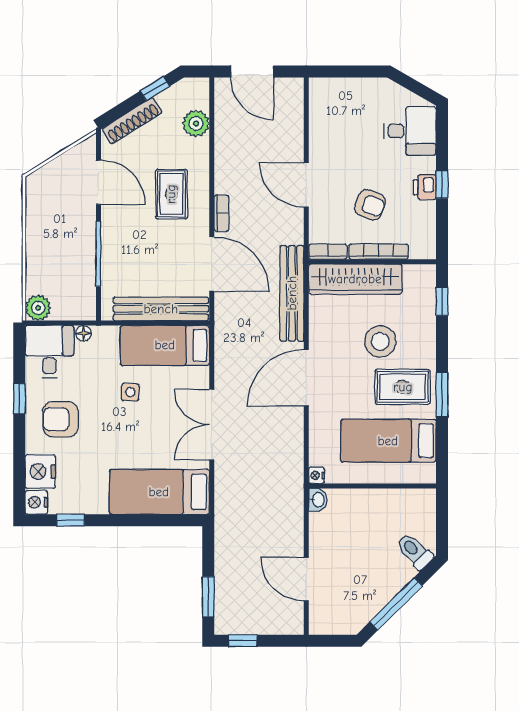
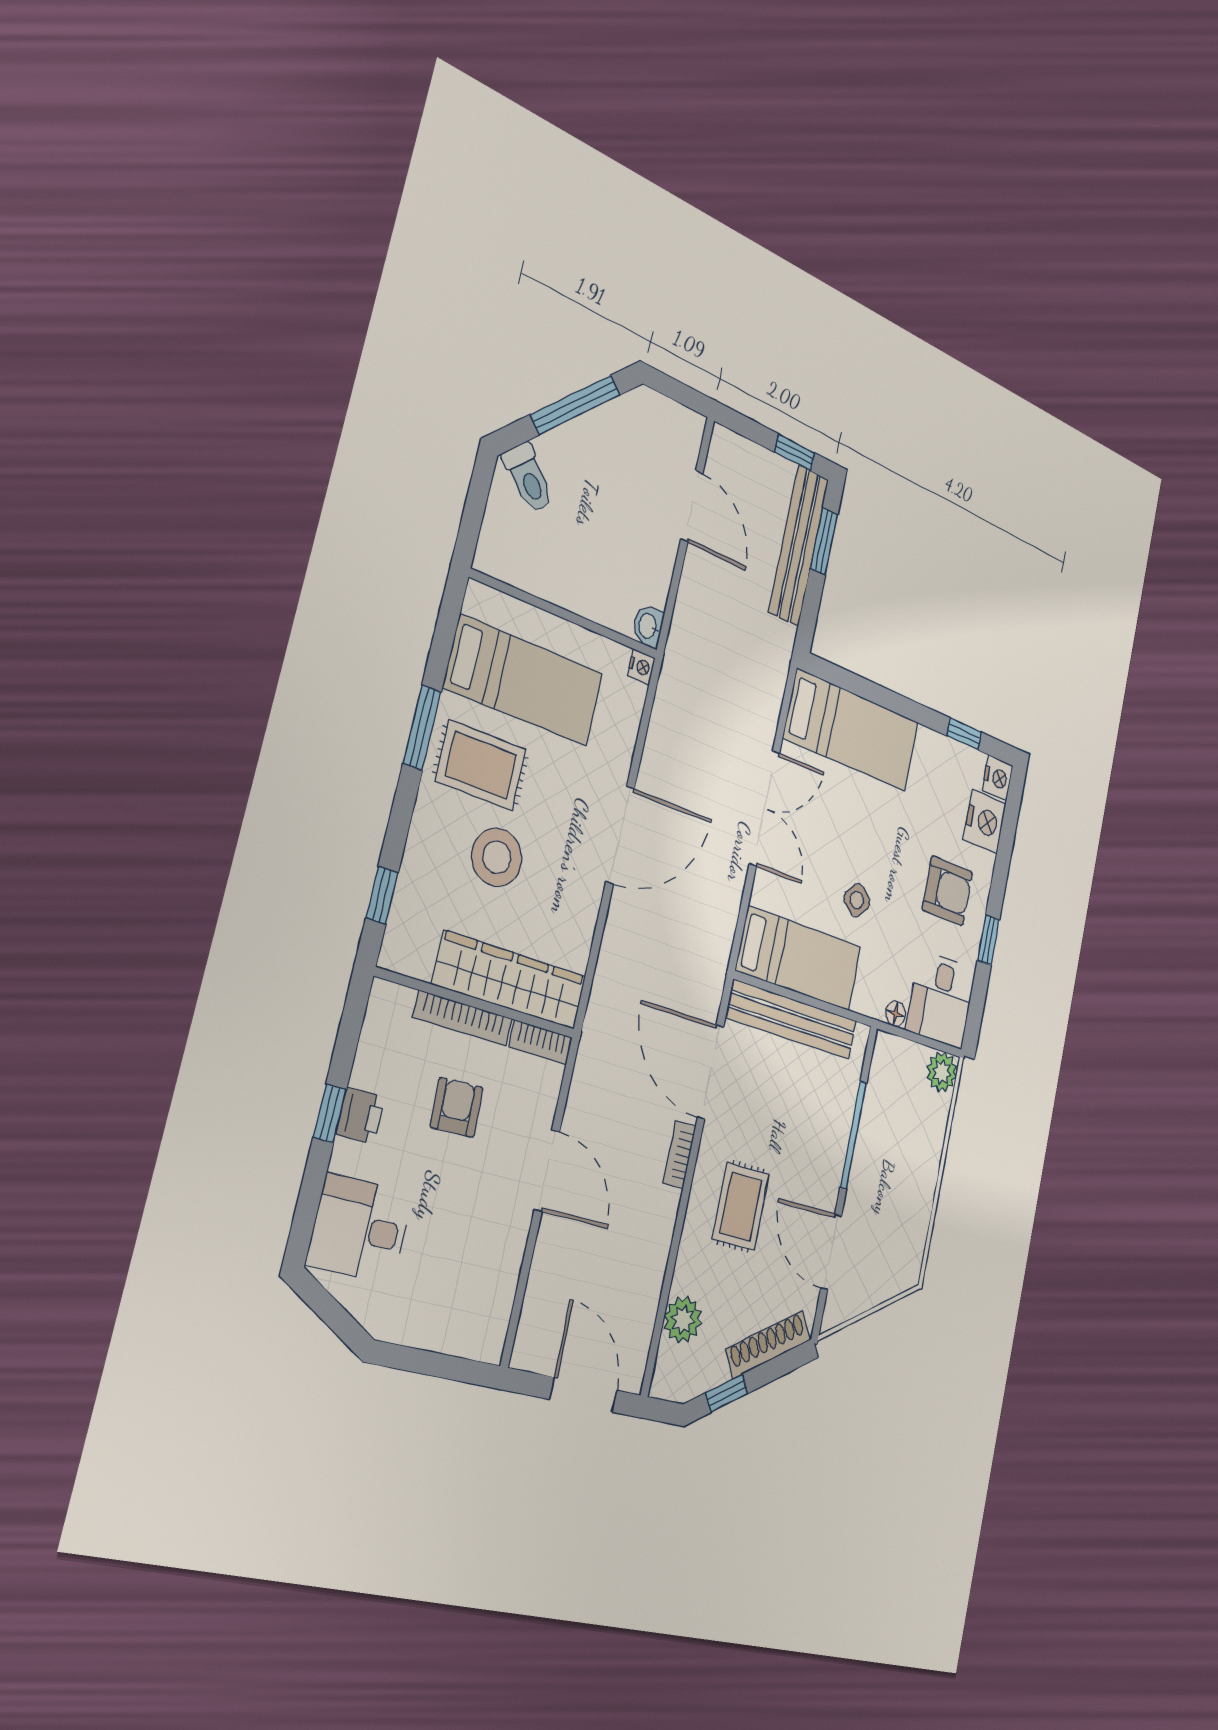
armchair: (370, 205) -> (457, 1107), turned 67
bench: (292, 293) -> (799, 545), moved
side table: (130, 392) -> (857, 900), turned 38

